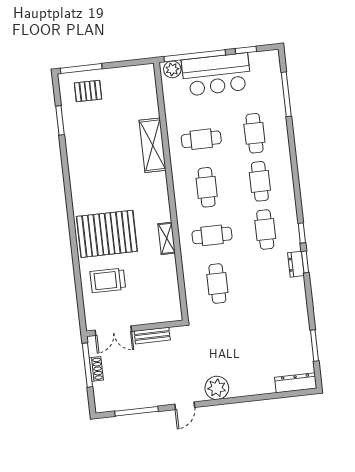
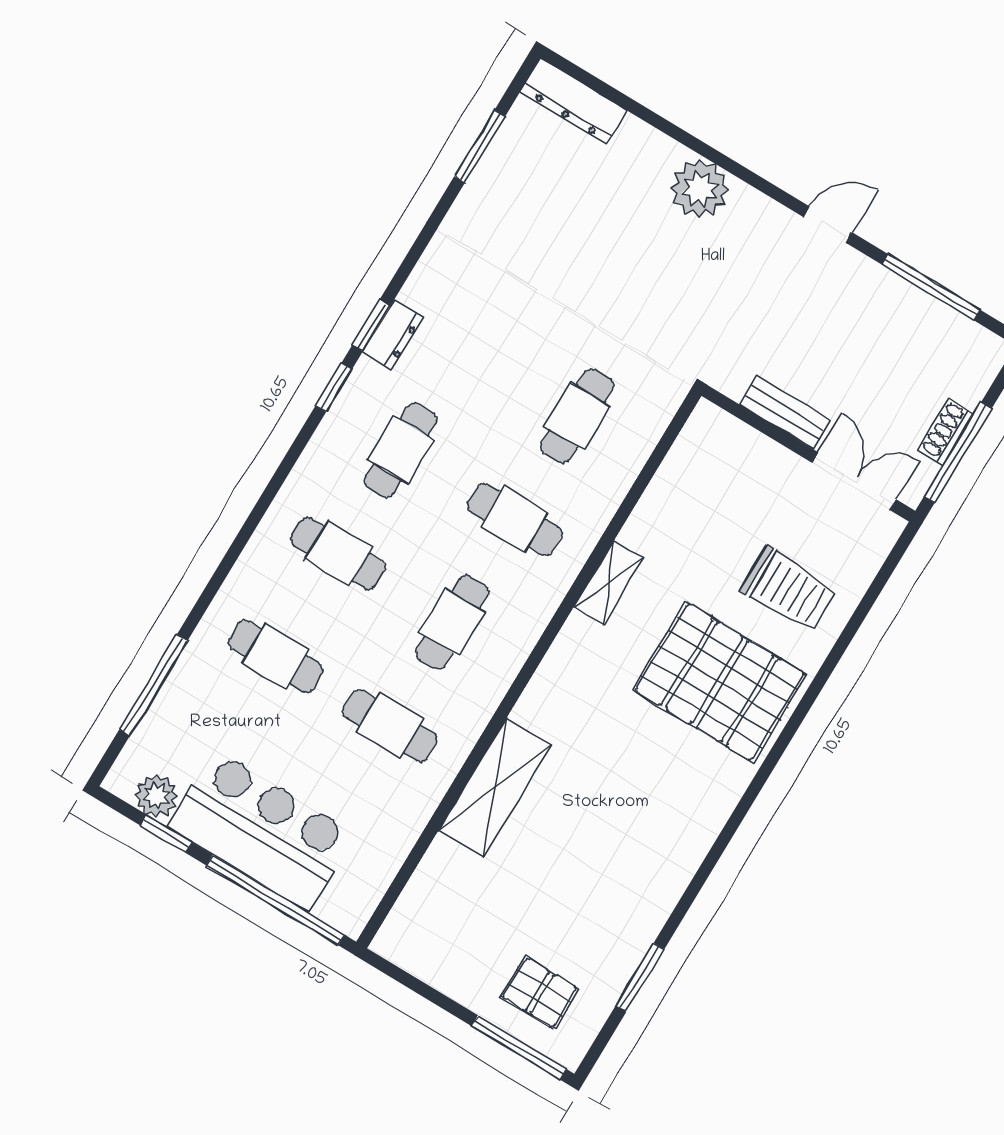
plant: (172, 69) -> (156, 796), moved
cafe table: (254, 133) -> (276, 656), turned 90
cafe table: (260, 181) -> (338, 553), turned 90
plant: (217, 388) -> (700, 189), moved

